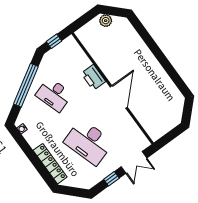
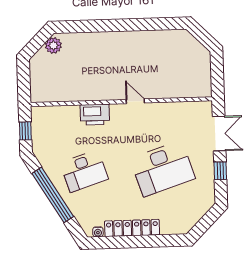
plant: (106, 21) -> (53, 45), moved
door: (119, 97) -> (135, 101), width x0.53
locker: (50, 164) -> (132, 228), moved

